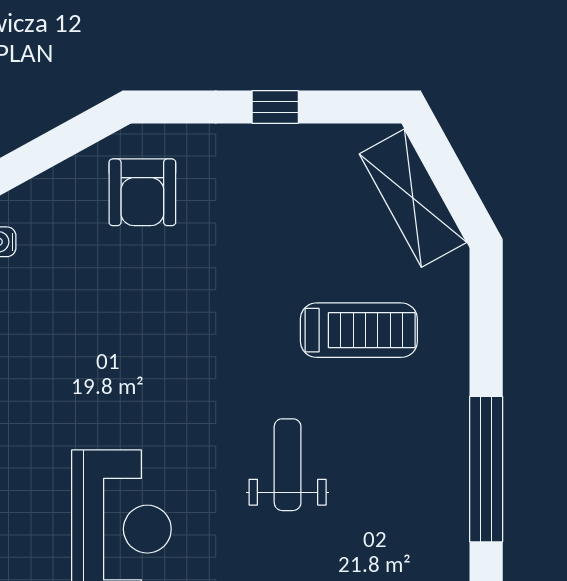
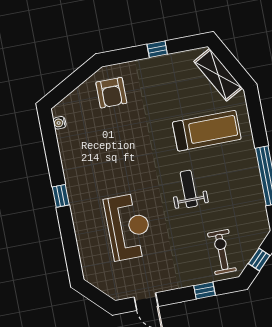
treadmill: (359, 330) -> (207, 131), width x1.37, depth x1.38

